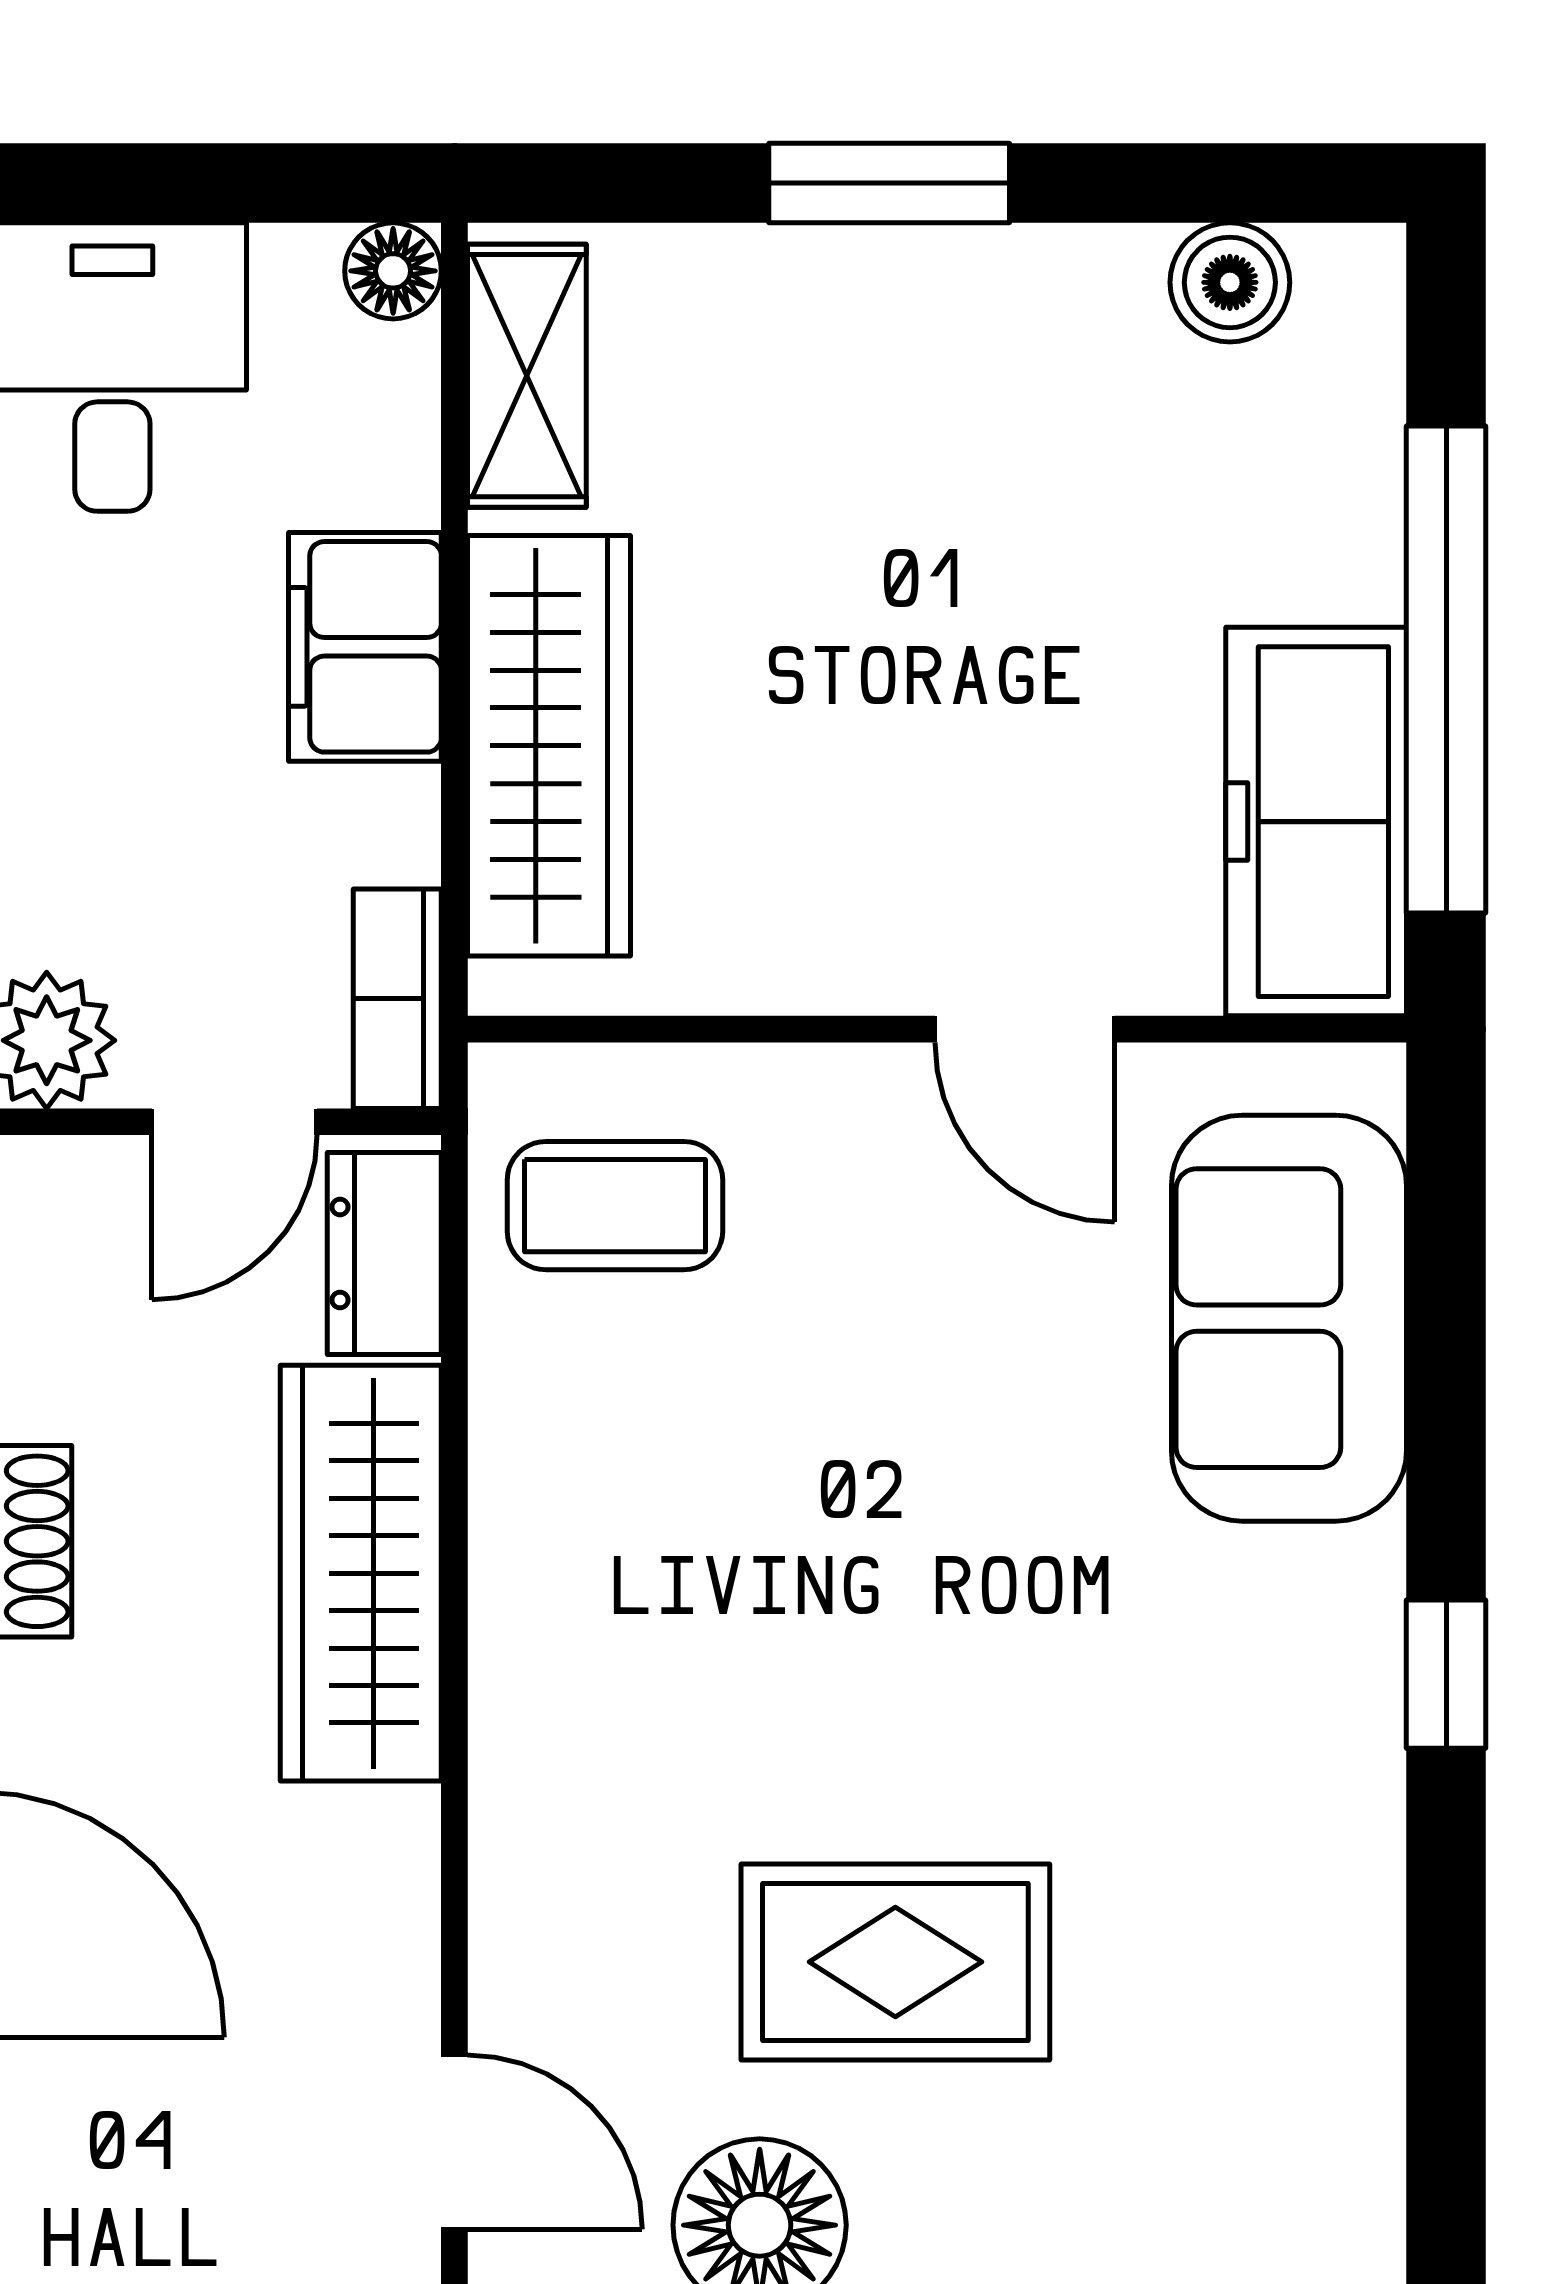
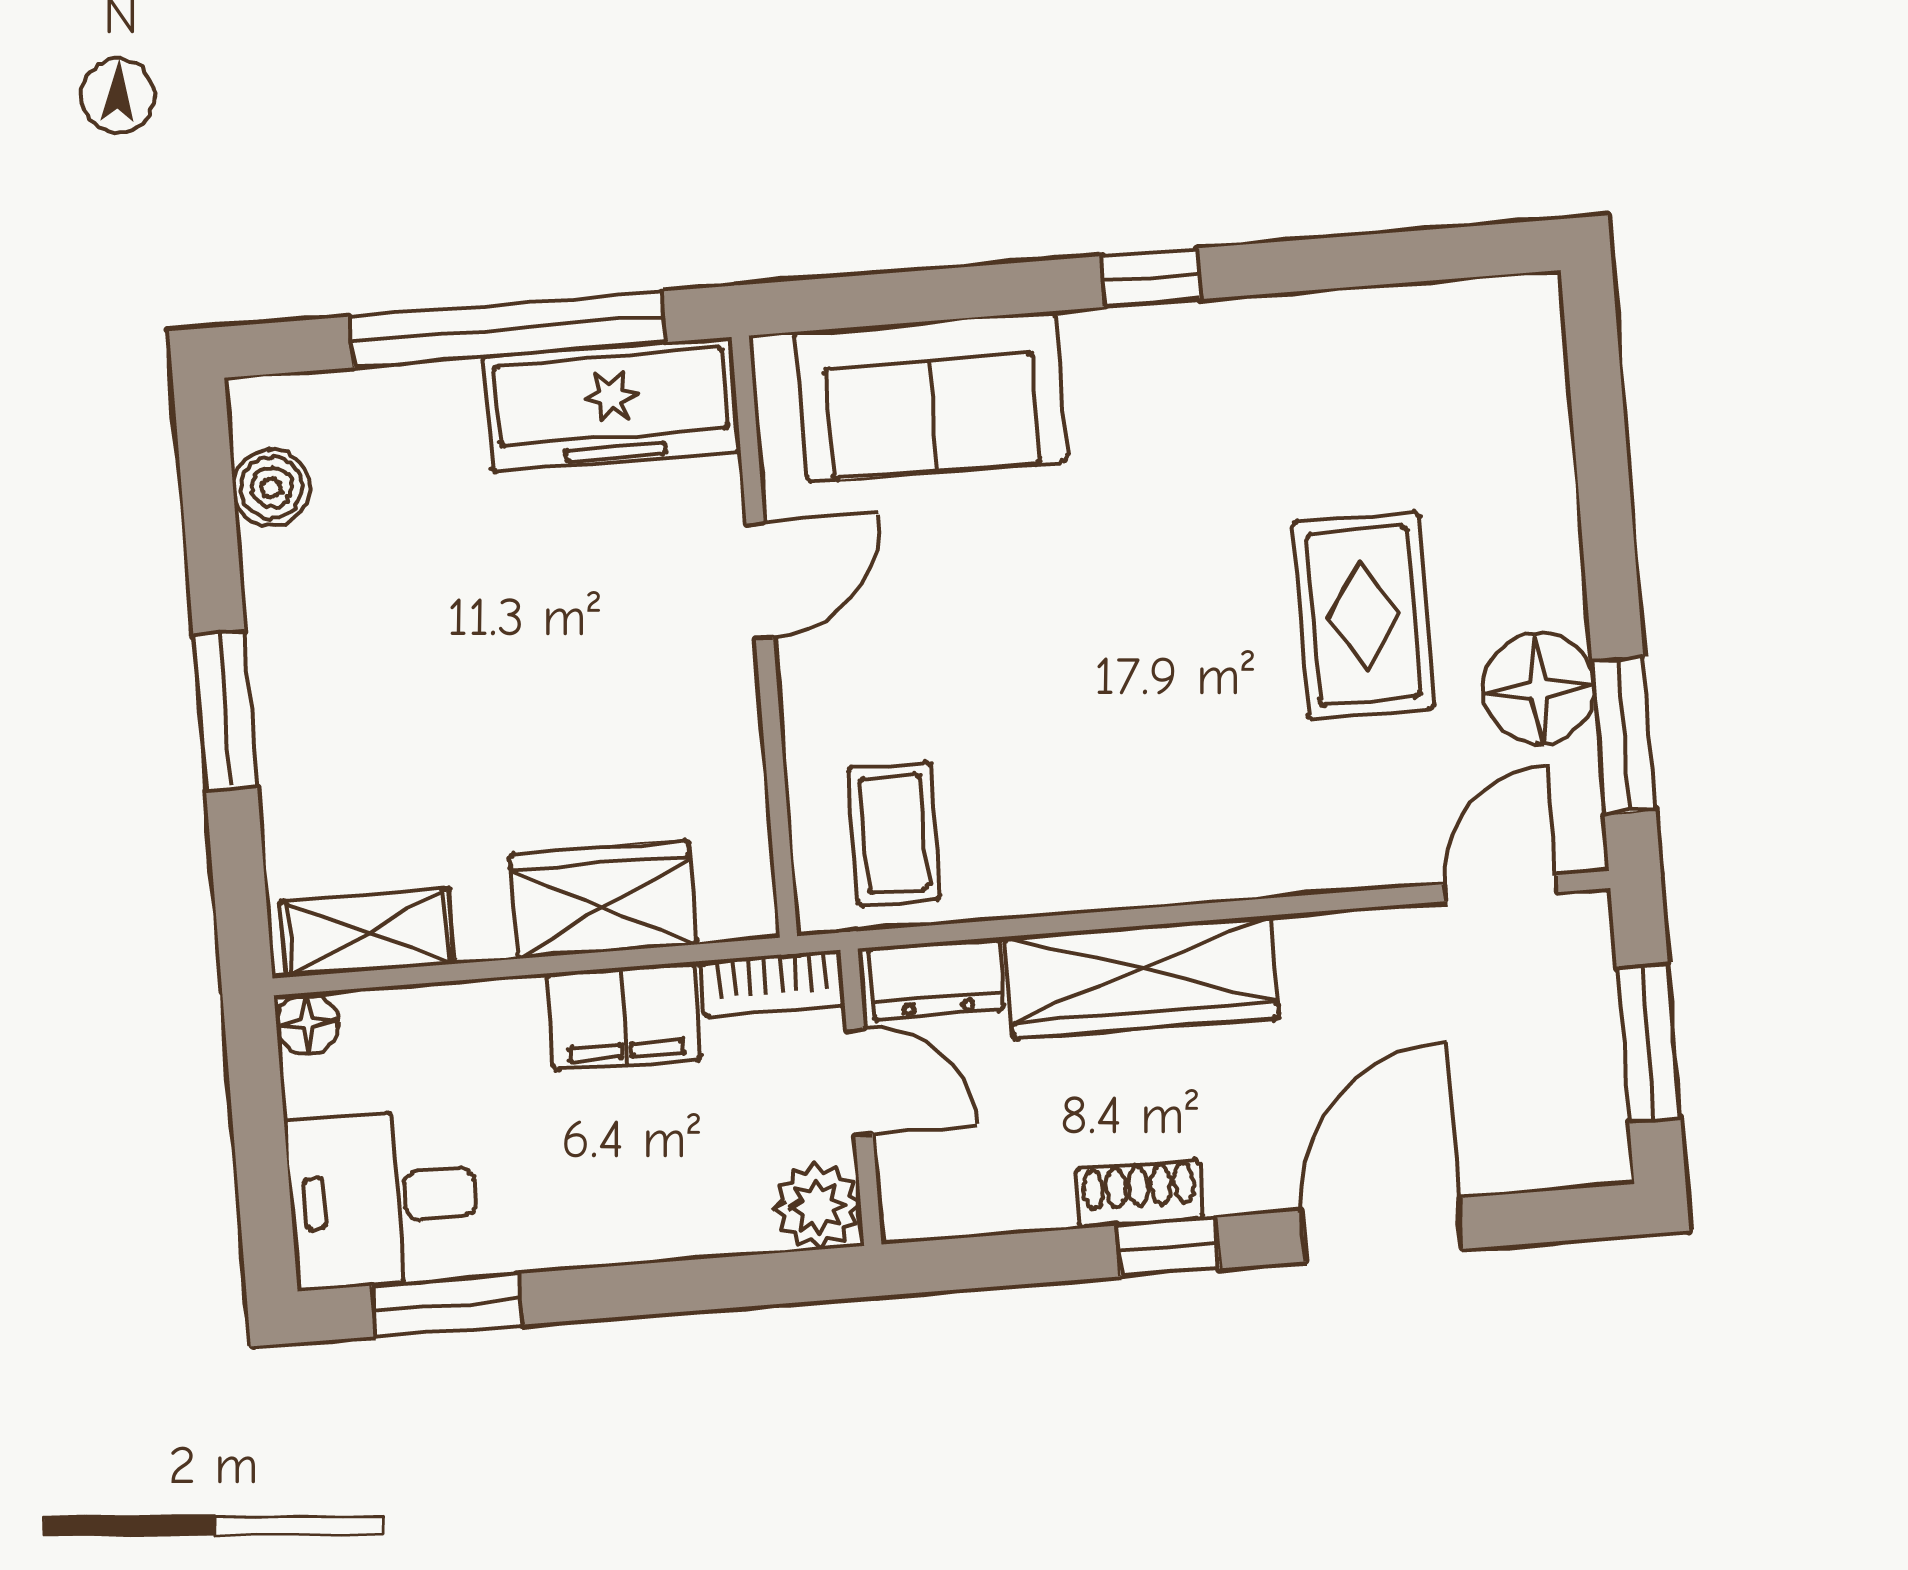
filing cabinet: (365, 647) -> (624, 1016), moved
wardrobe: (549, 746) -> (603, 899), width x0.67

